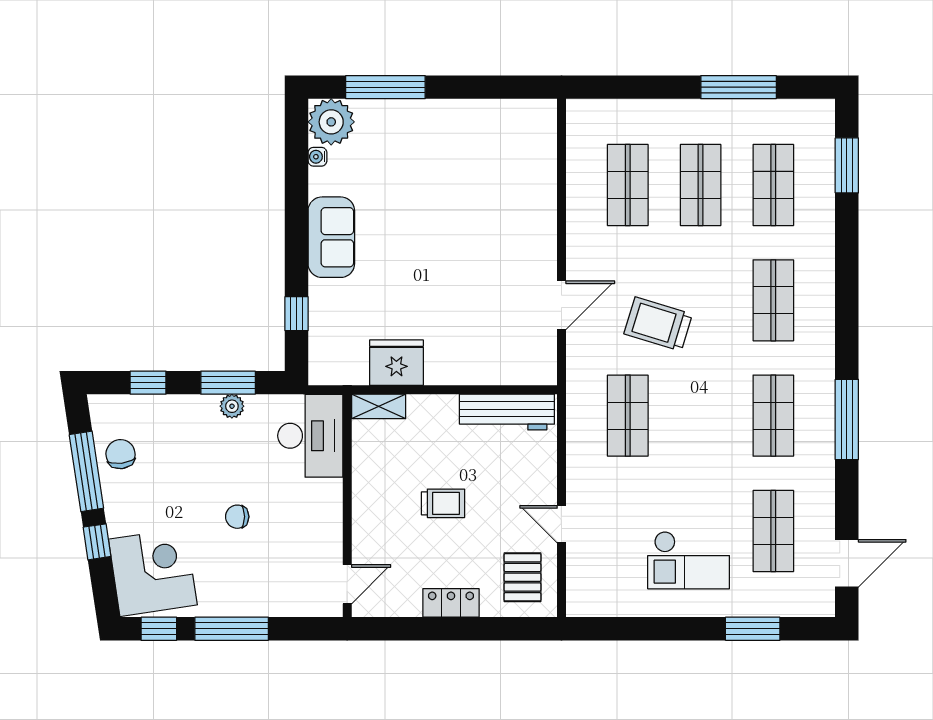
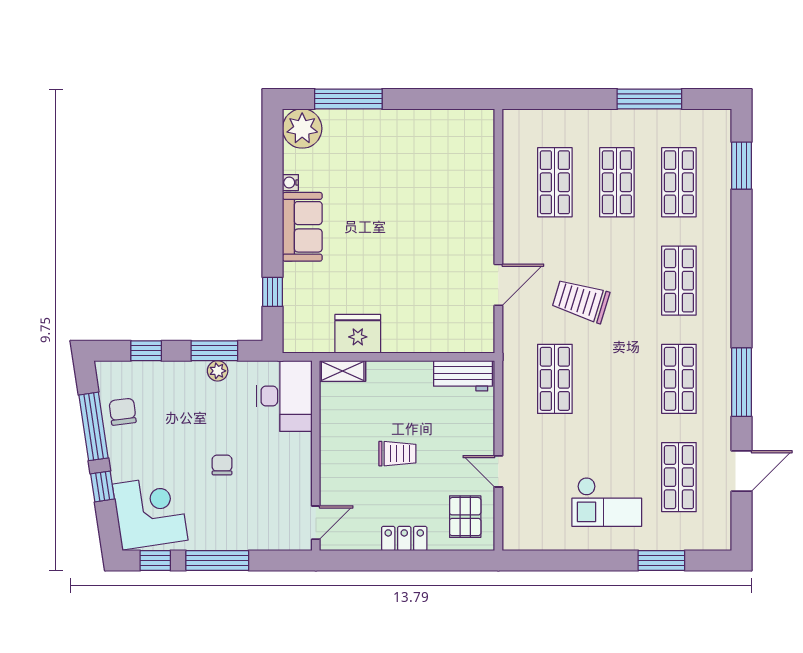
water cooler: (317, 157) -> (290, 183), moved
workbench: (507, 412) -> (463, 376), width x0.73
chair: (237, 517) -> (222, 465), turned 90
door: (847, 563) -> (742, 471), moved

